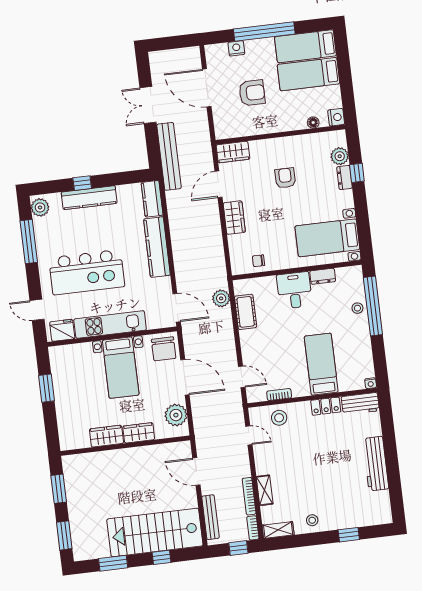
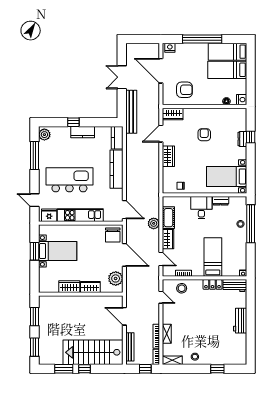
nightstand: (236, 48) -> (170, 48), moved
armchair: (252, 93) -> (184, 90), moved
plant: (340, 156) -> (241, 125), removed
kitchen counter: (89, 198) -> (83, 132), width x0.67
kitchen island: (87, 272) -> (69, 180), turned 180
plant: (221, 298) -> (154, 223), moved
wardrobe: (249, 345) -> (168, 239), added
bed with nightstands: (121, 368) -> (58, 251), moved, turned -90
workbench: (376, 464) -> (240, 321), width x0.73
window: (161, 557) -> (84, 369), moved

